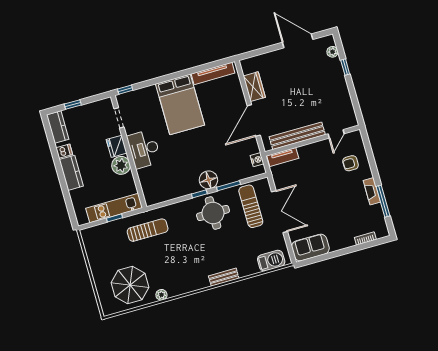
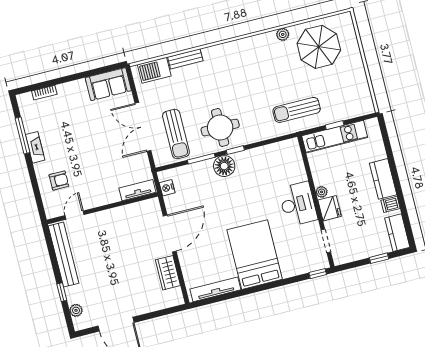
bench: (297, 136) -> (64, 255), moved, turned 90
plant: (121, 165) -> (322, 192), width x0.53, depth x0.53
bench: (224, 277) -> (185, 59), moved

